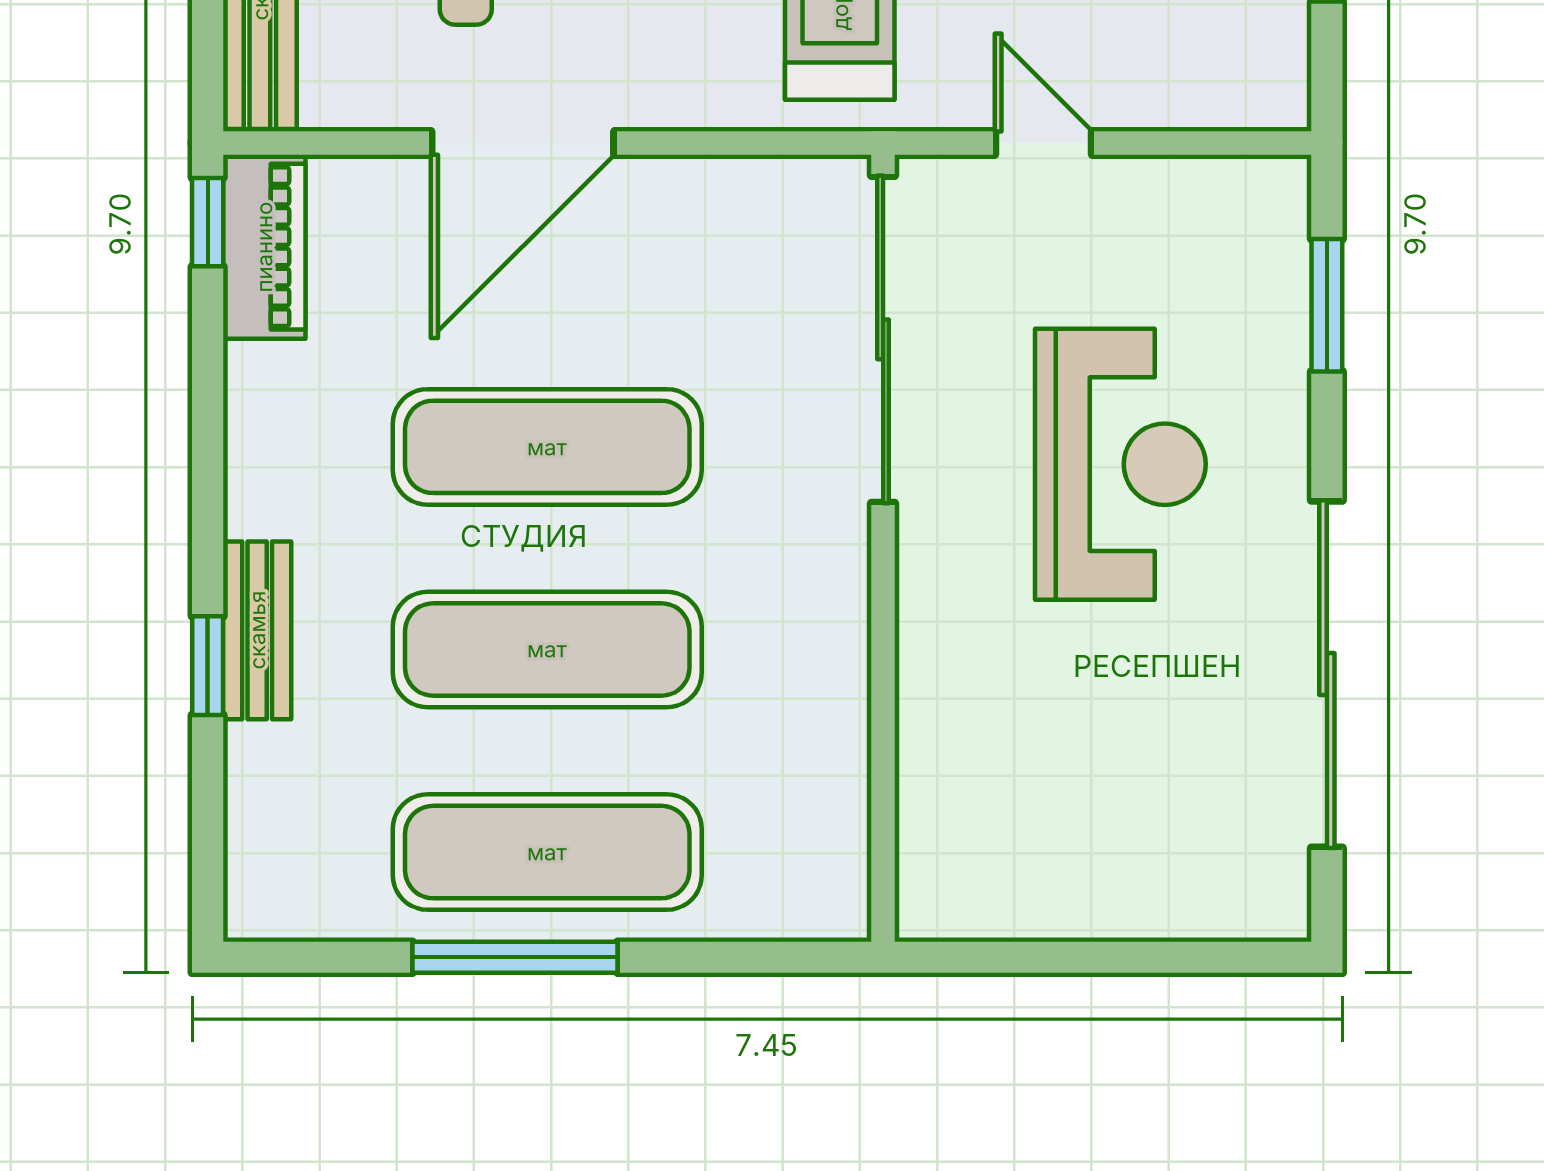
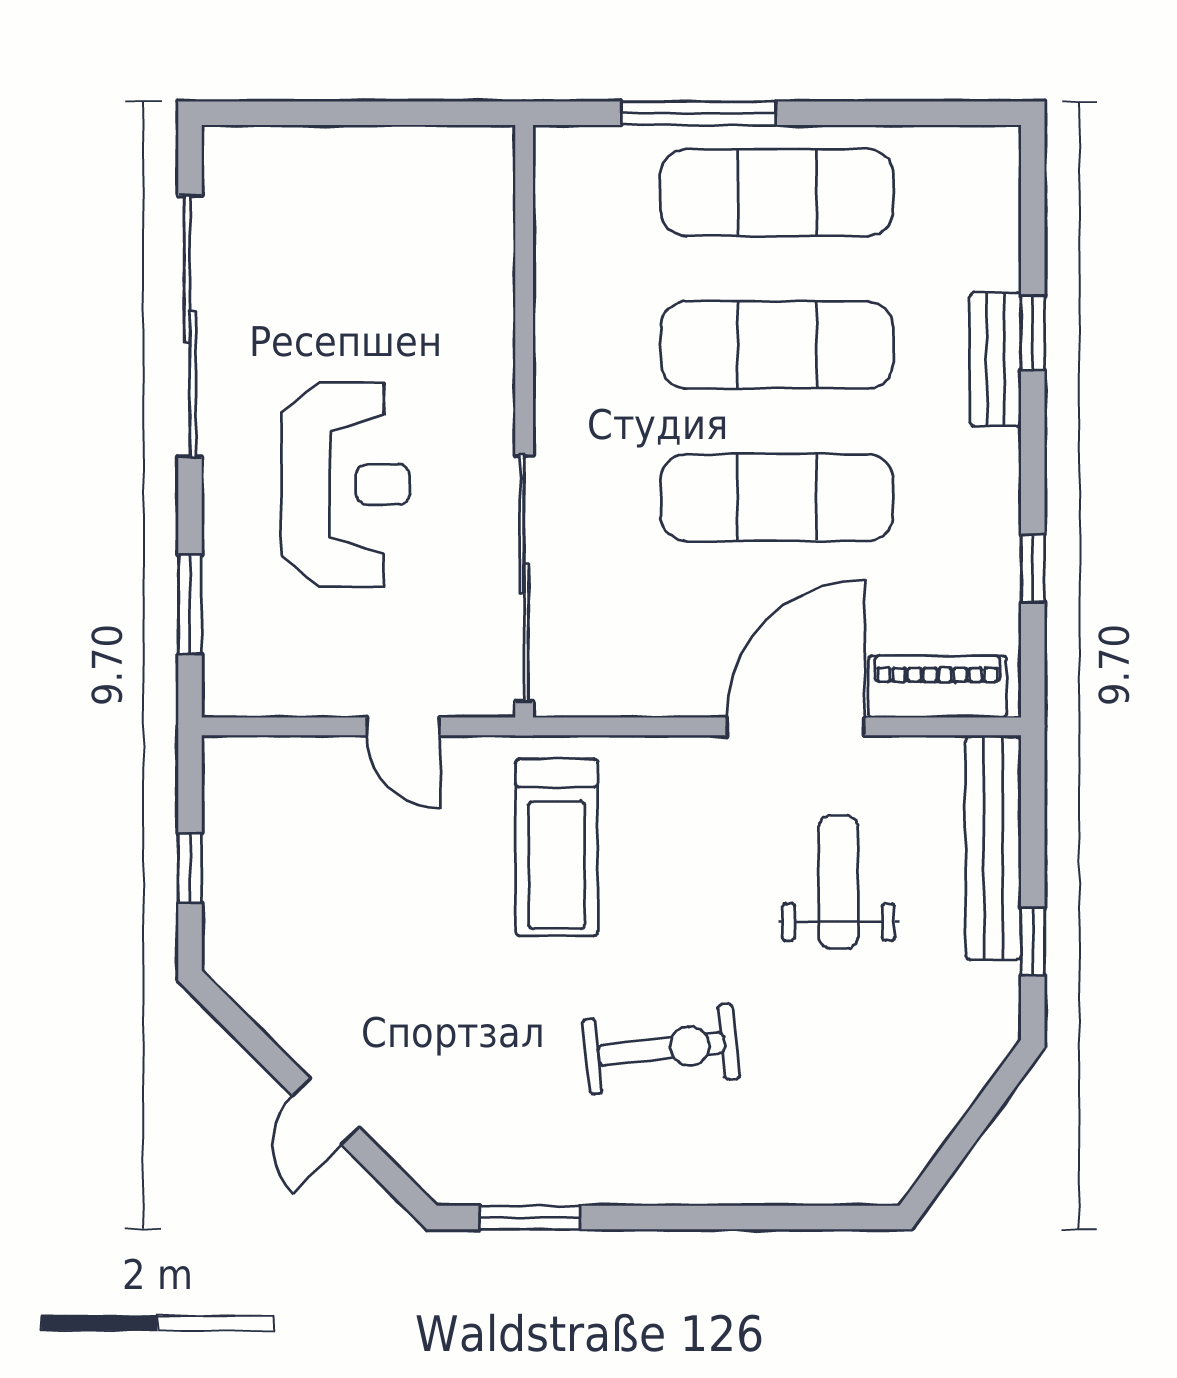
window: (208, 222) -> (1033, 569), moved
piano: (264, 247) -> (937, 687), moved, turned 90
reception desk: (1120, 464) -> (345, 484), turned 180
window: (515, 957) -> (698, 113), moved

